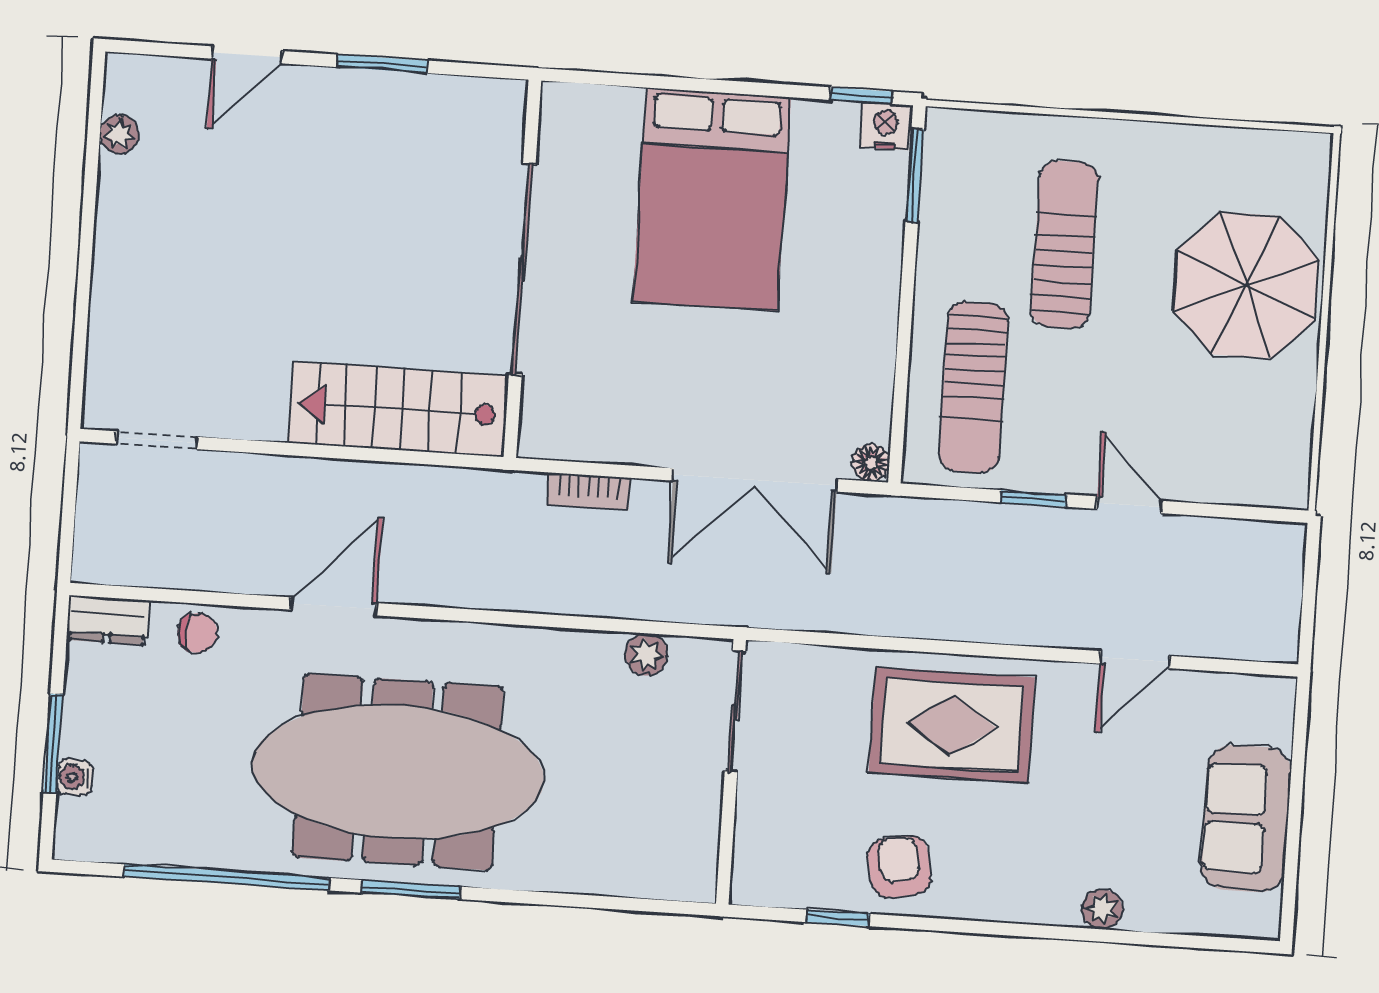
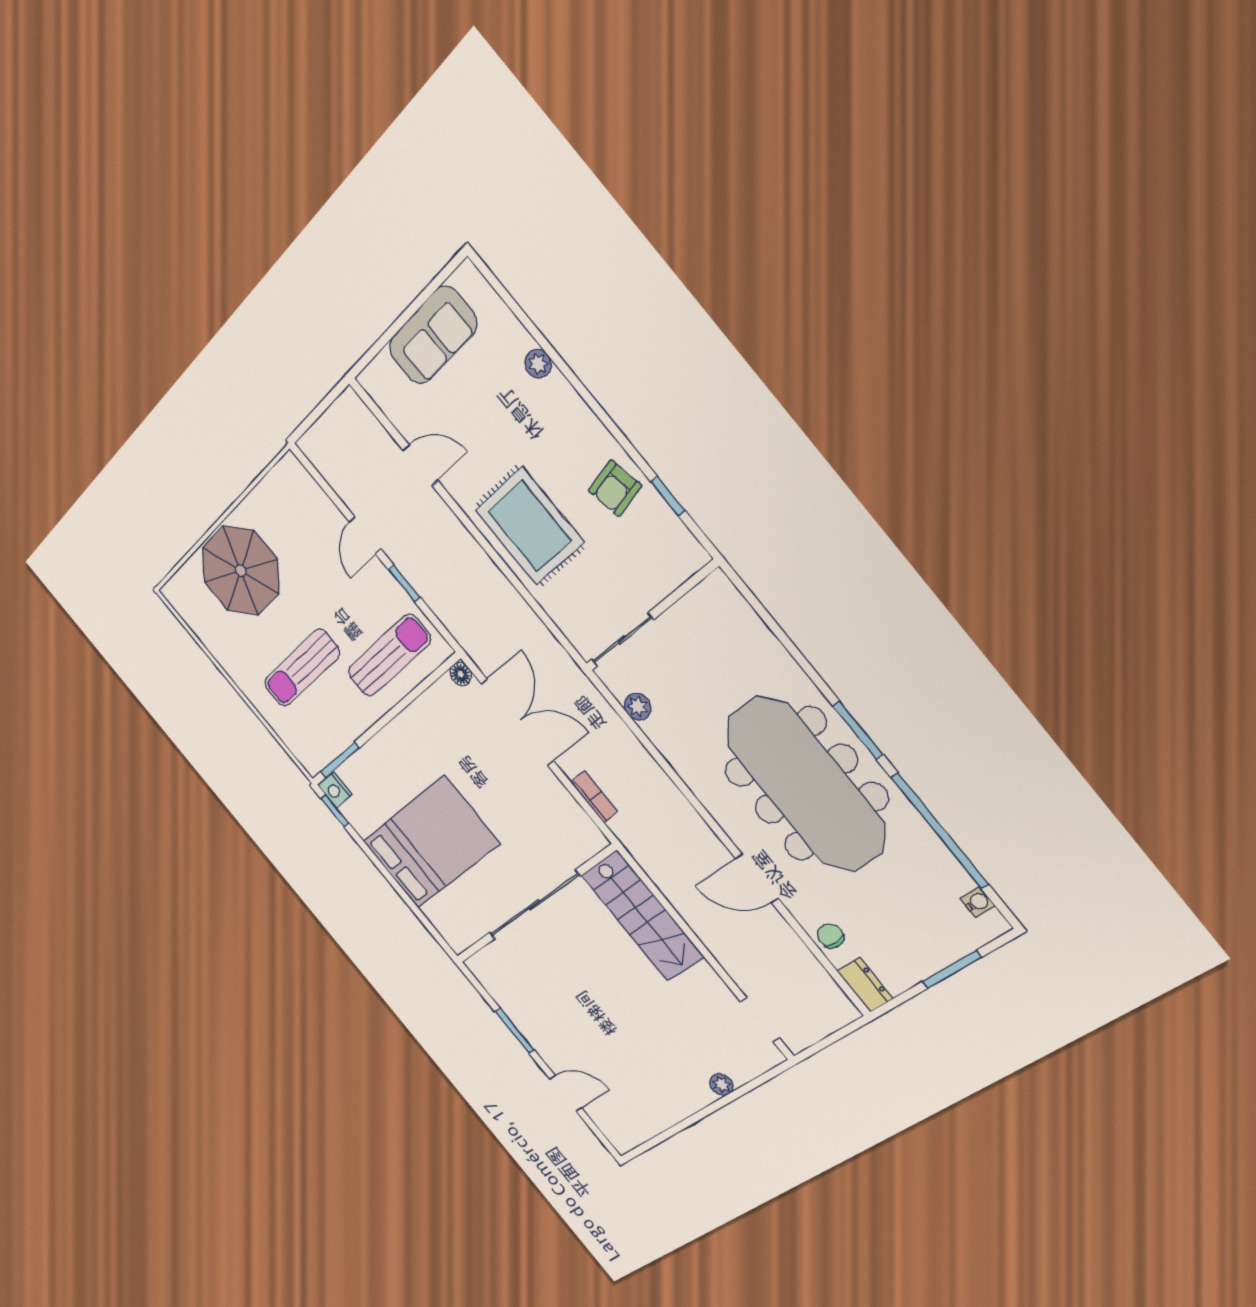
plant: (119, 134) -> (722, 1085), moved
water cooler: (75, 777) -> (978, 902), moved, turned -90

